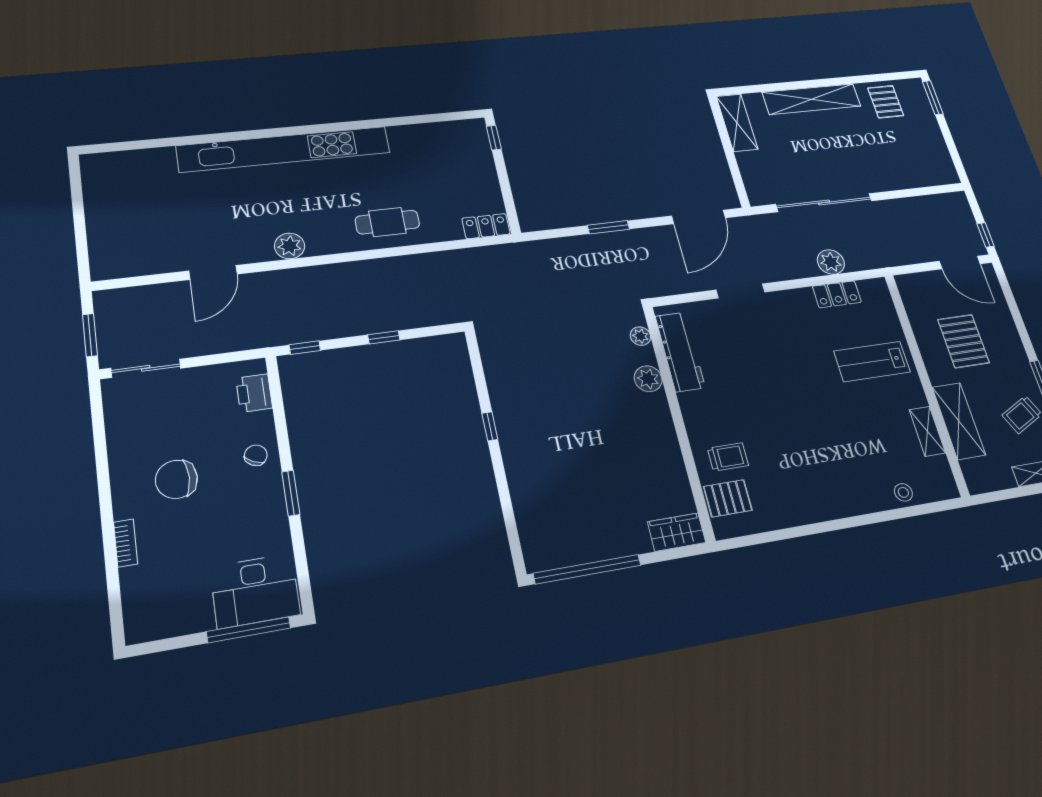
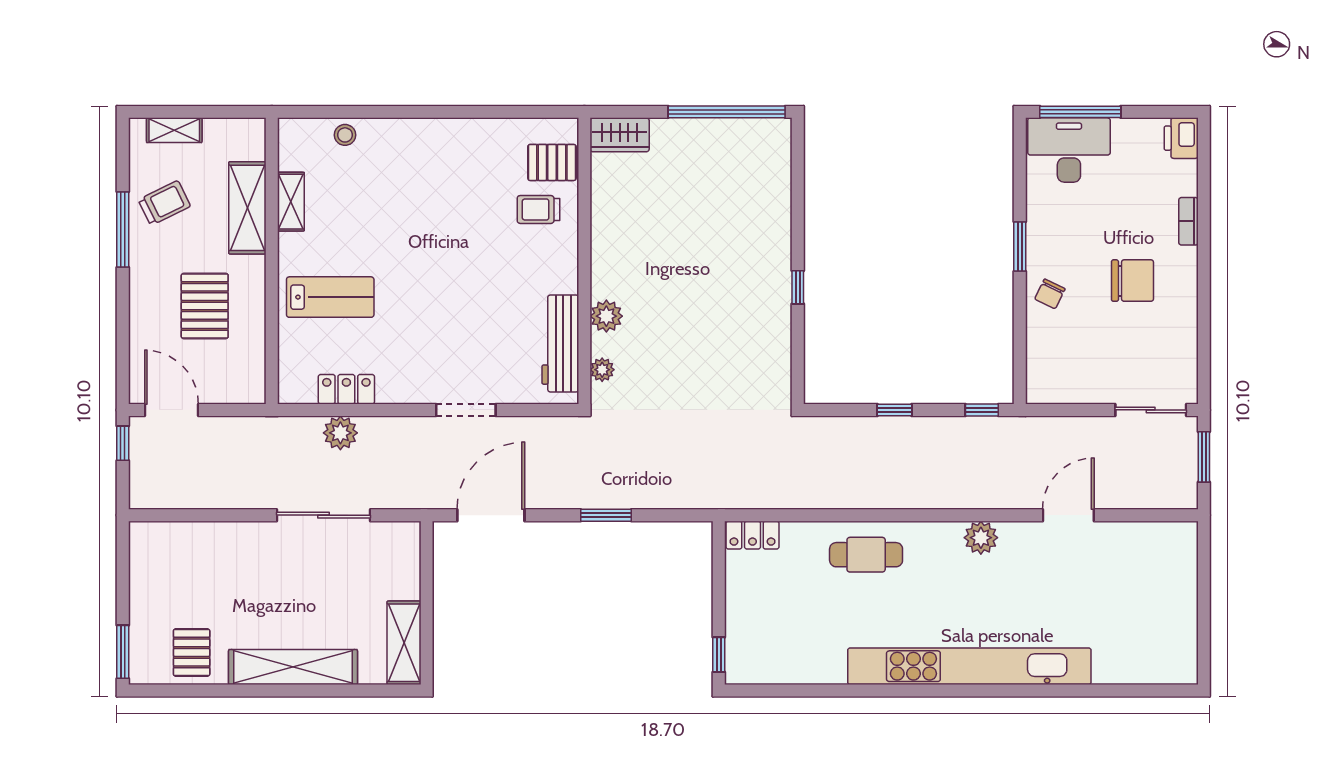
sliding door: (824, 203) -> (323, 515), width x0.73
printer: (254, 393) -> (1181, 138), moved, turned 180

